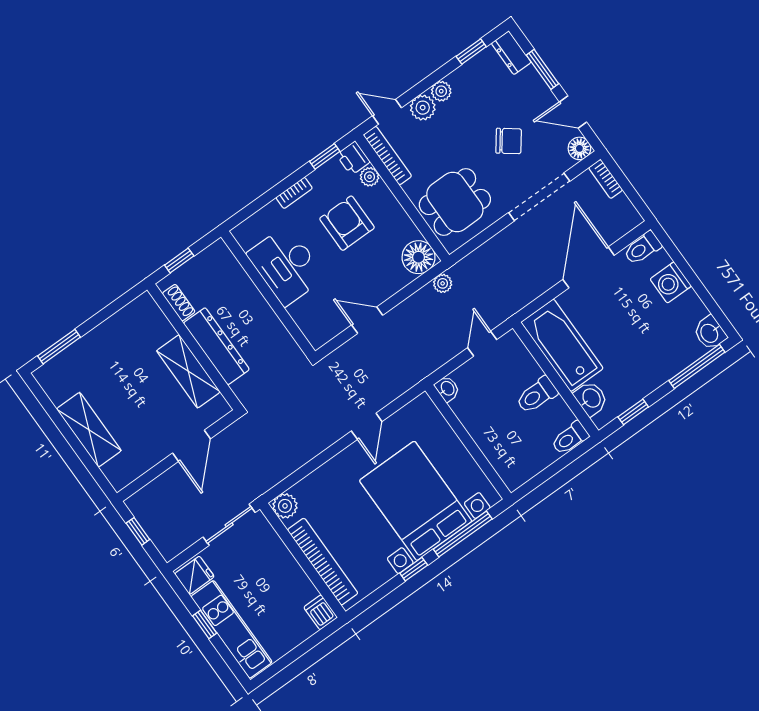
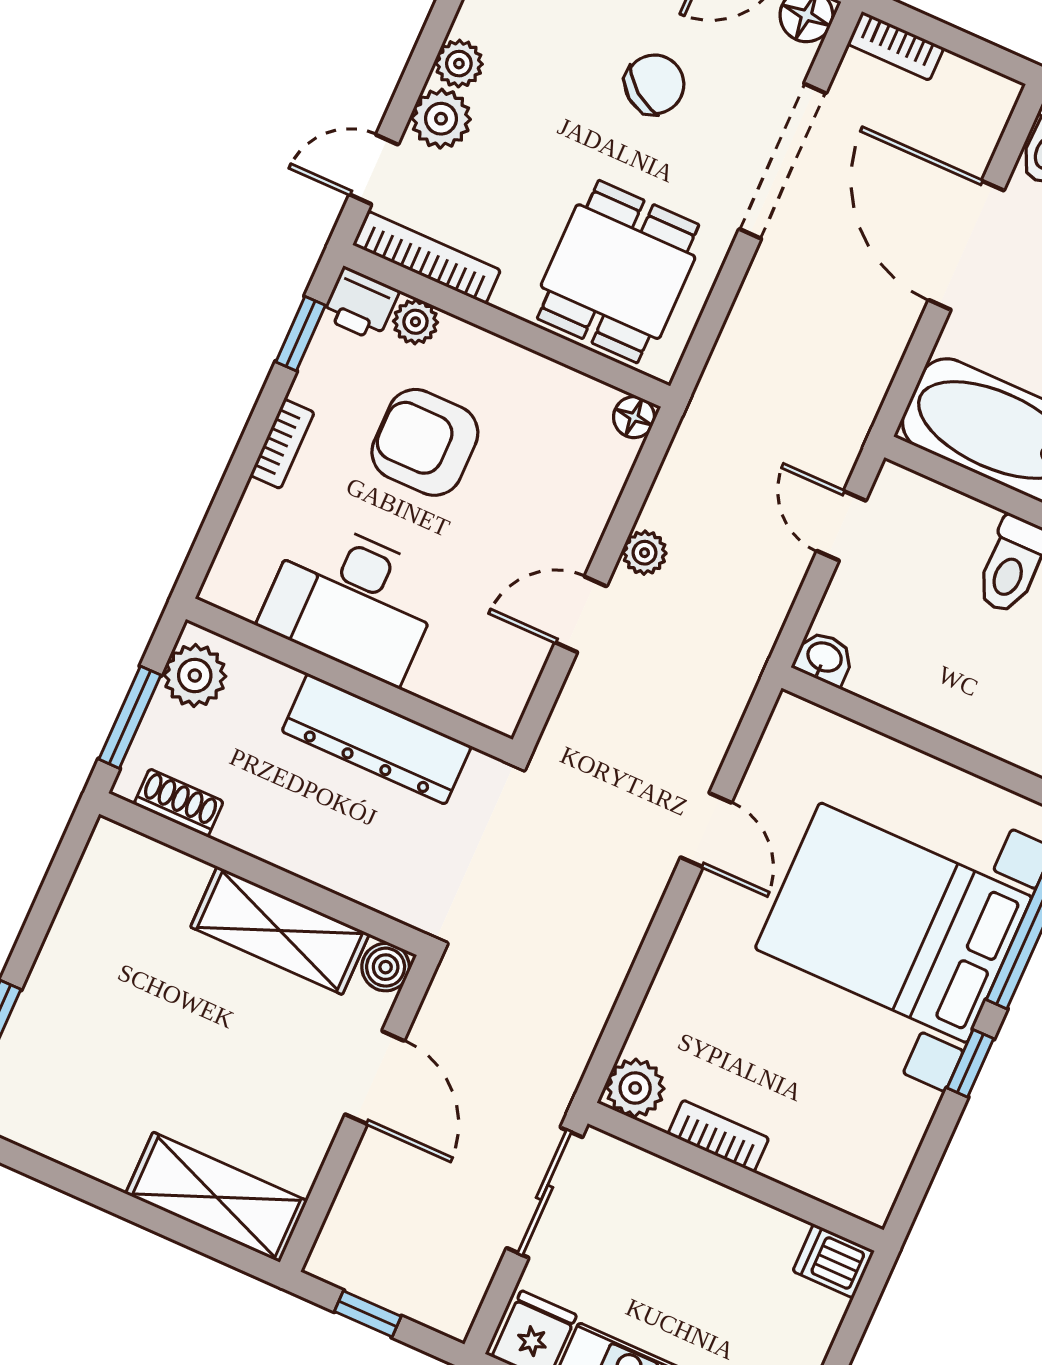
floor lamp: (419, 257) -> (634, 417), width x0.53, depth x0.53
plant: (212, 259) -> (195, 676), added
window: (179, 261) -> (130, 717), width x1.50
plant: (443, 283) -> (645, 553), moved
dresser: (216, 346) -> (377, 739), moved, turned 180
boiler: (219, 408) -> (386, 967), added
shelving: (89, 430) -> (216, 1197), moved
bookcase: (323, 562) -> (718, 1136), width x0.43, depth x0.76

